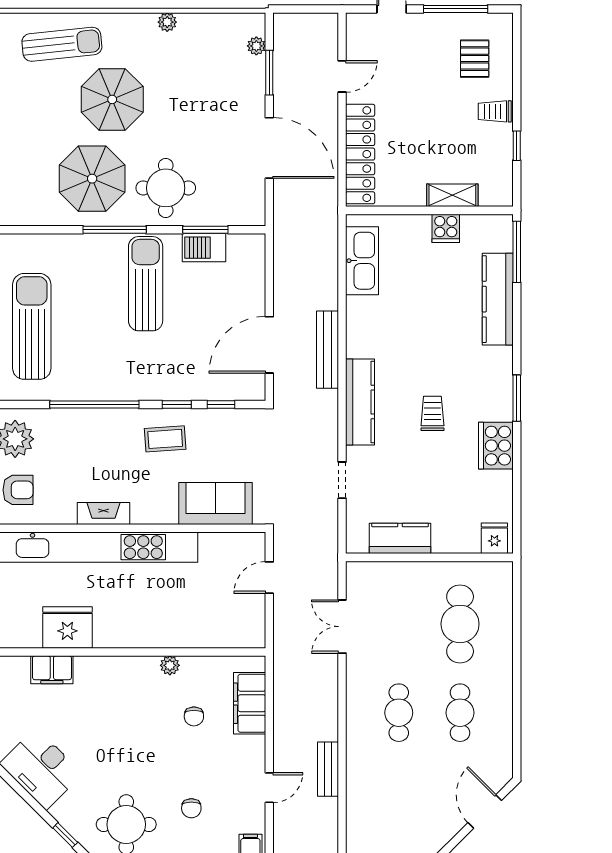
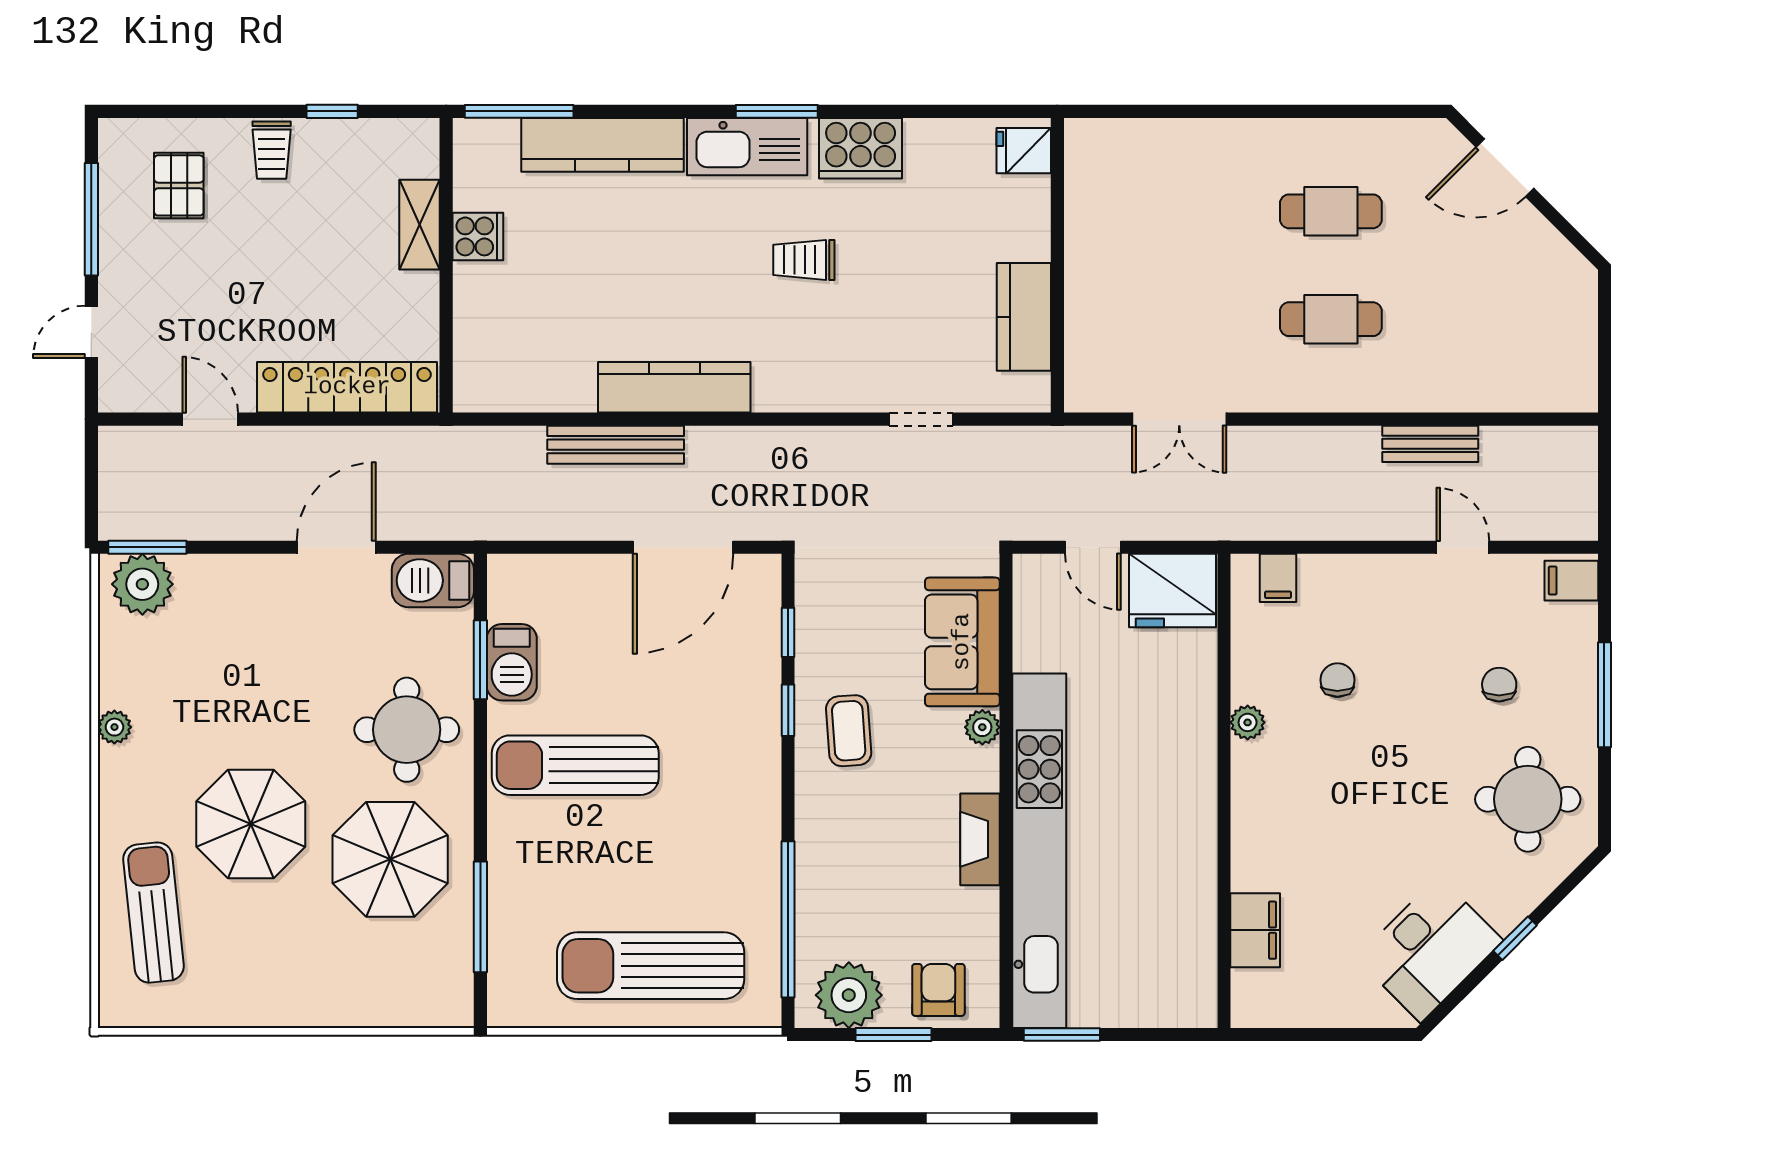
plant: (256, 46) -> (142, 584), width x1.87, depth x1.87
pallet: (475, 59) -> (179, 185), turned 90
window: (269, 73) -> (147, 547), moved
door: (269, 148) -> (336, 547), width x0.73
barbecue: (250, 203) -> (433, 580), added
window: (115, 230) -> (480, 917), moved
kitchen sink: (362, 261) -> (747, 147), moved, turned 180
door: (269, 345) -> (683, 547), hinge flipped
bench: (328, 350) -> (616, 445), moved
kitchen counter: (360, 402) -> (674, 387), moved
window: (94, 405) -> (788, 919), moved
plant: (167, 515) -> (982, 727), added
cafe table: (460, 624) -> (1175, 211), removed
fridge: (67, 628) -> (1172, 590), moved, turned -90
filing cabinet: (250, 703) -> (1278, 578), width x0.33, depth x0.86
chair: (194, 716) -> (1337, 680), turned -90
chair: (191, 808) -> (1499, 685), turned -90
window: (65, 835) -> (1515, 938), moved

